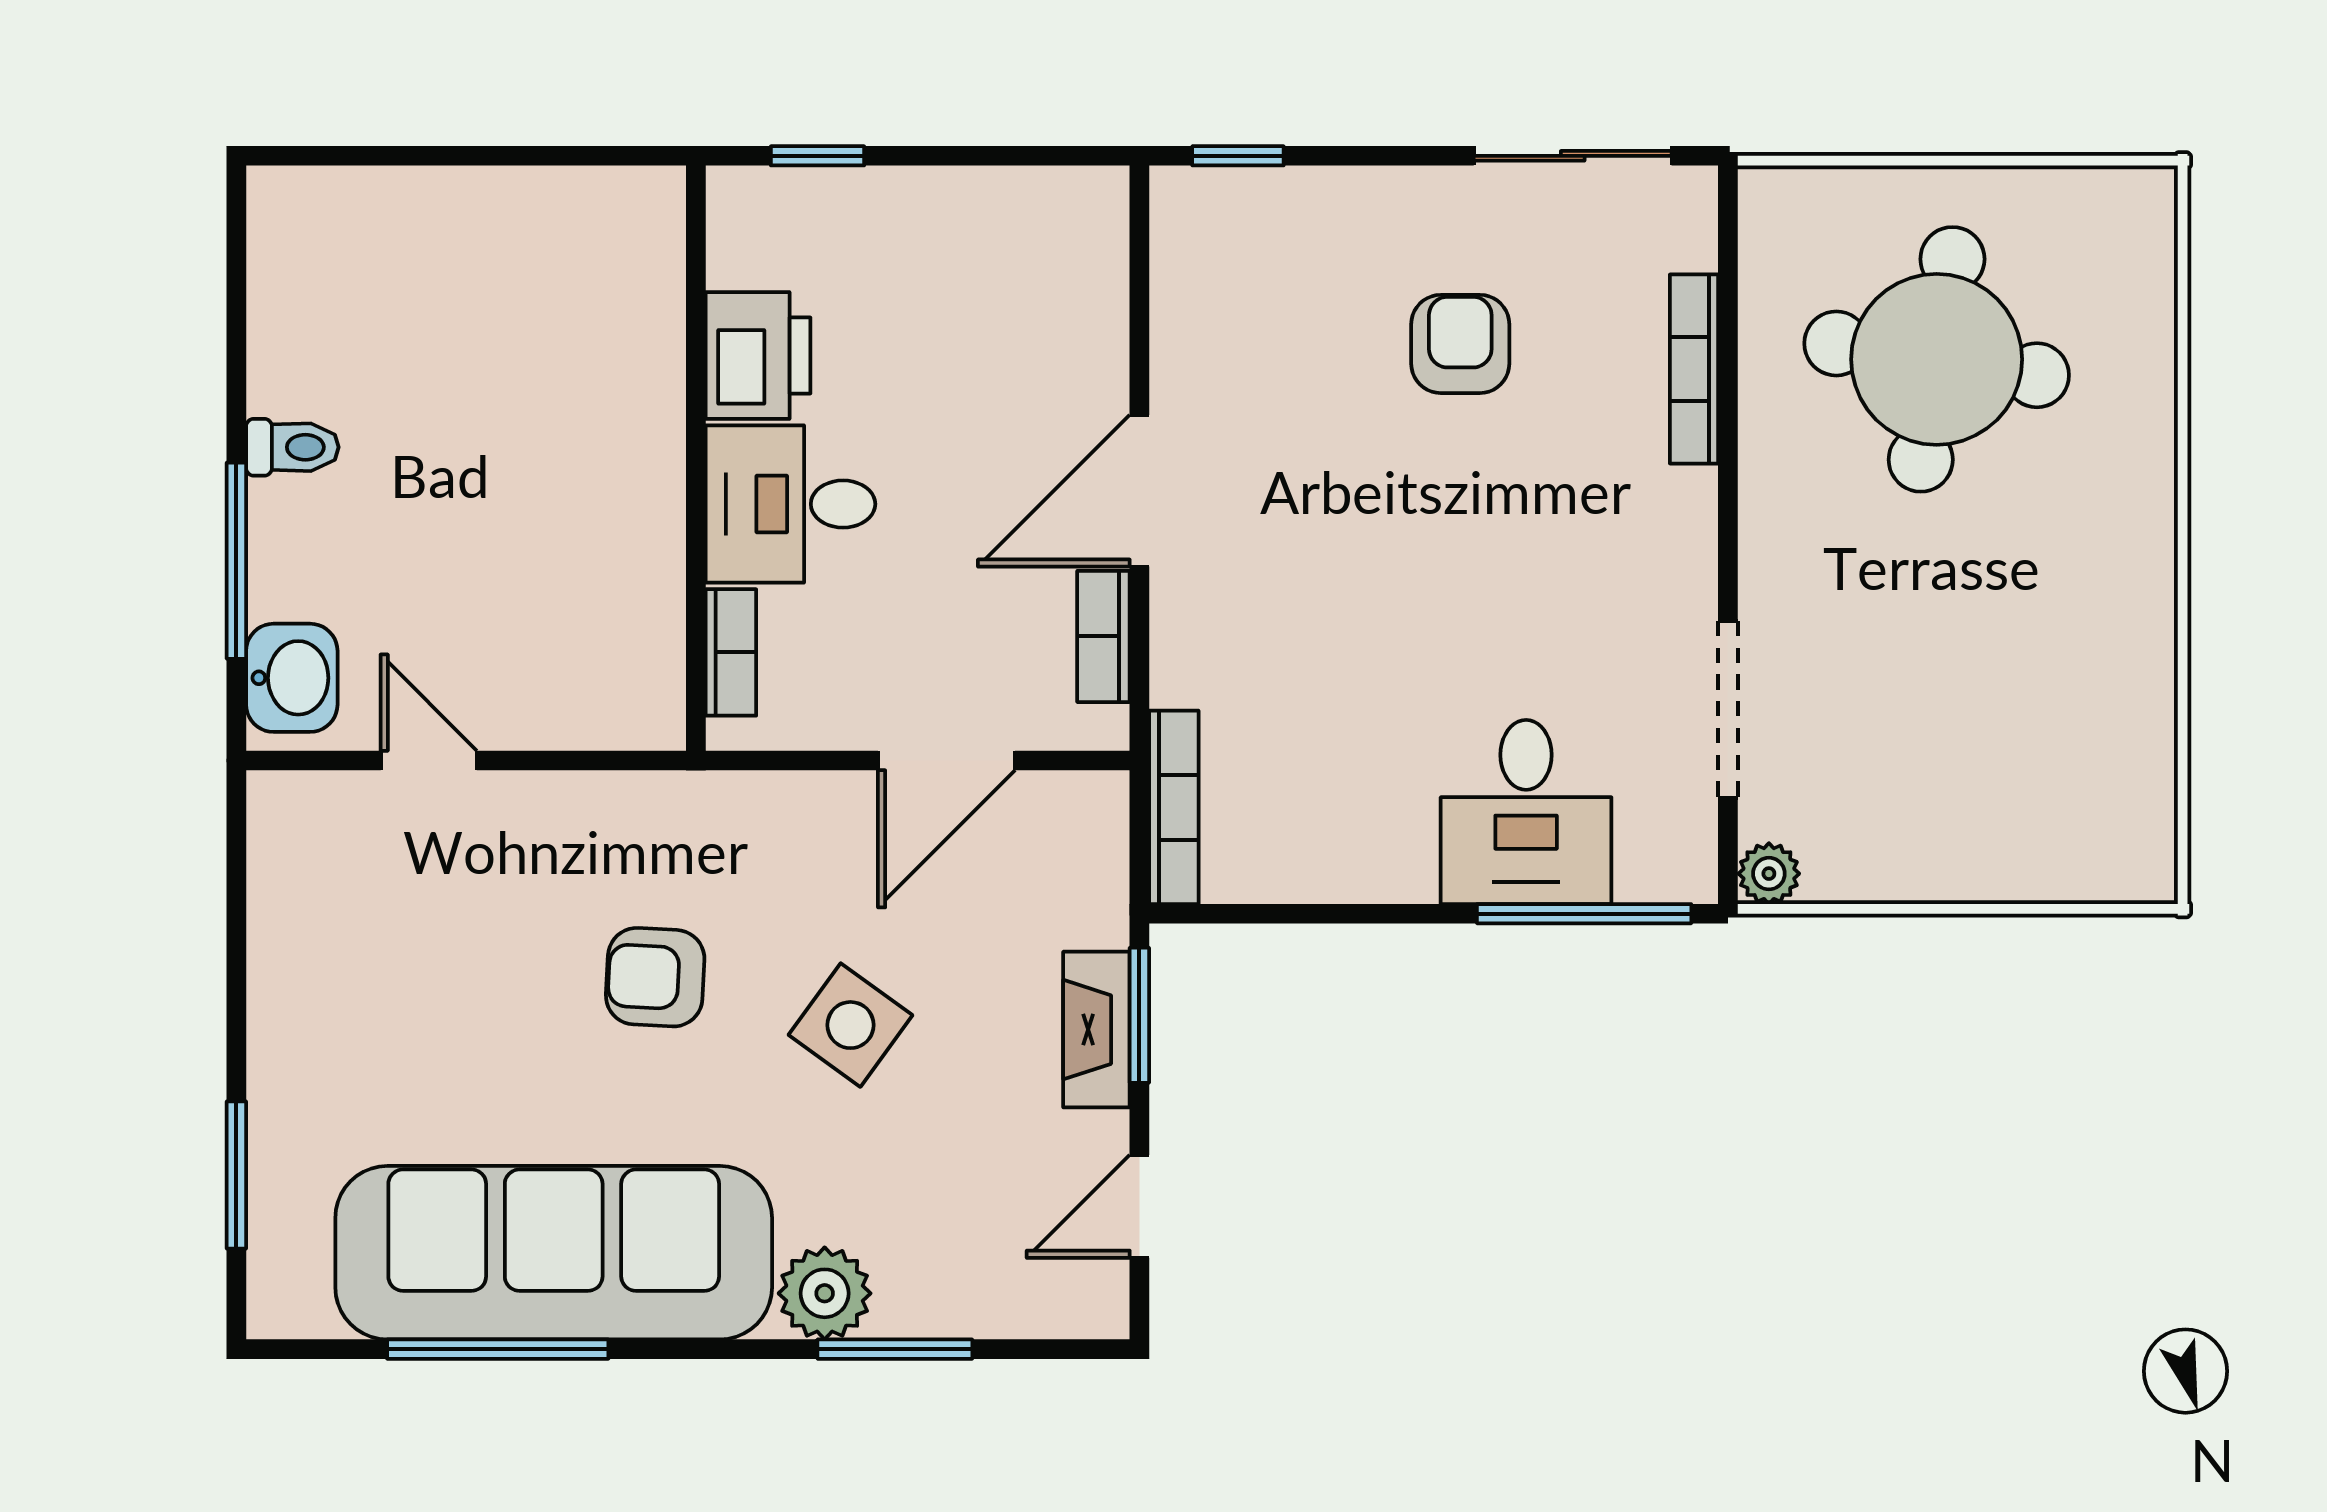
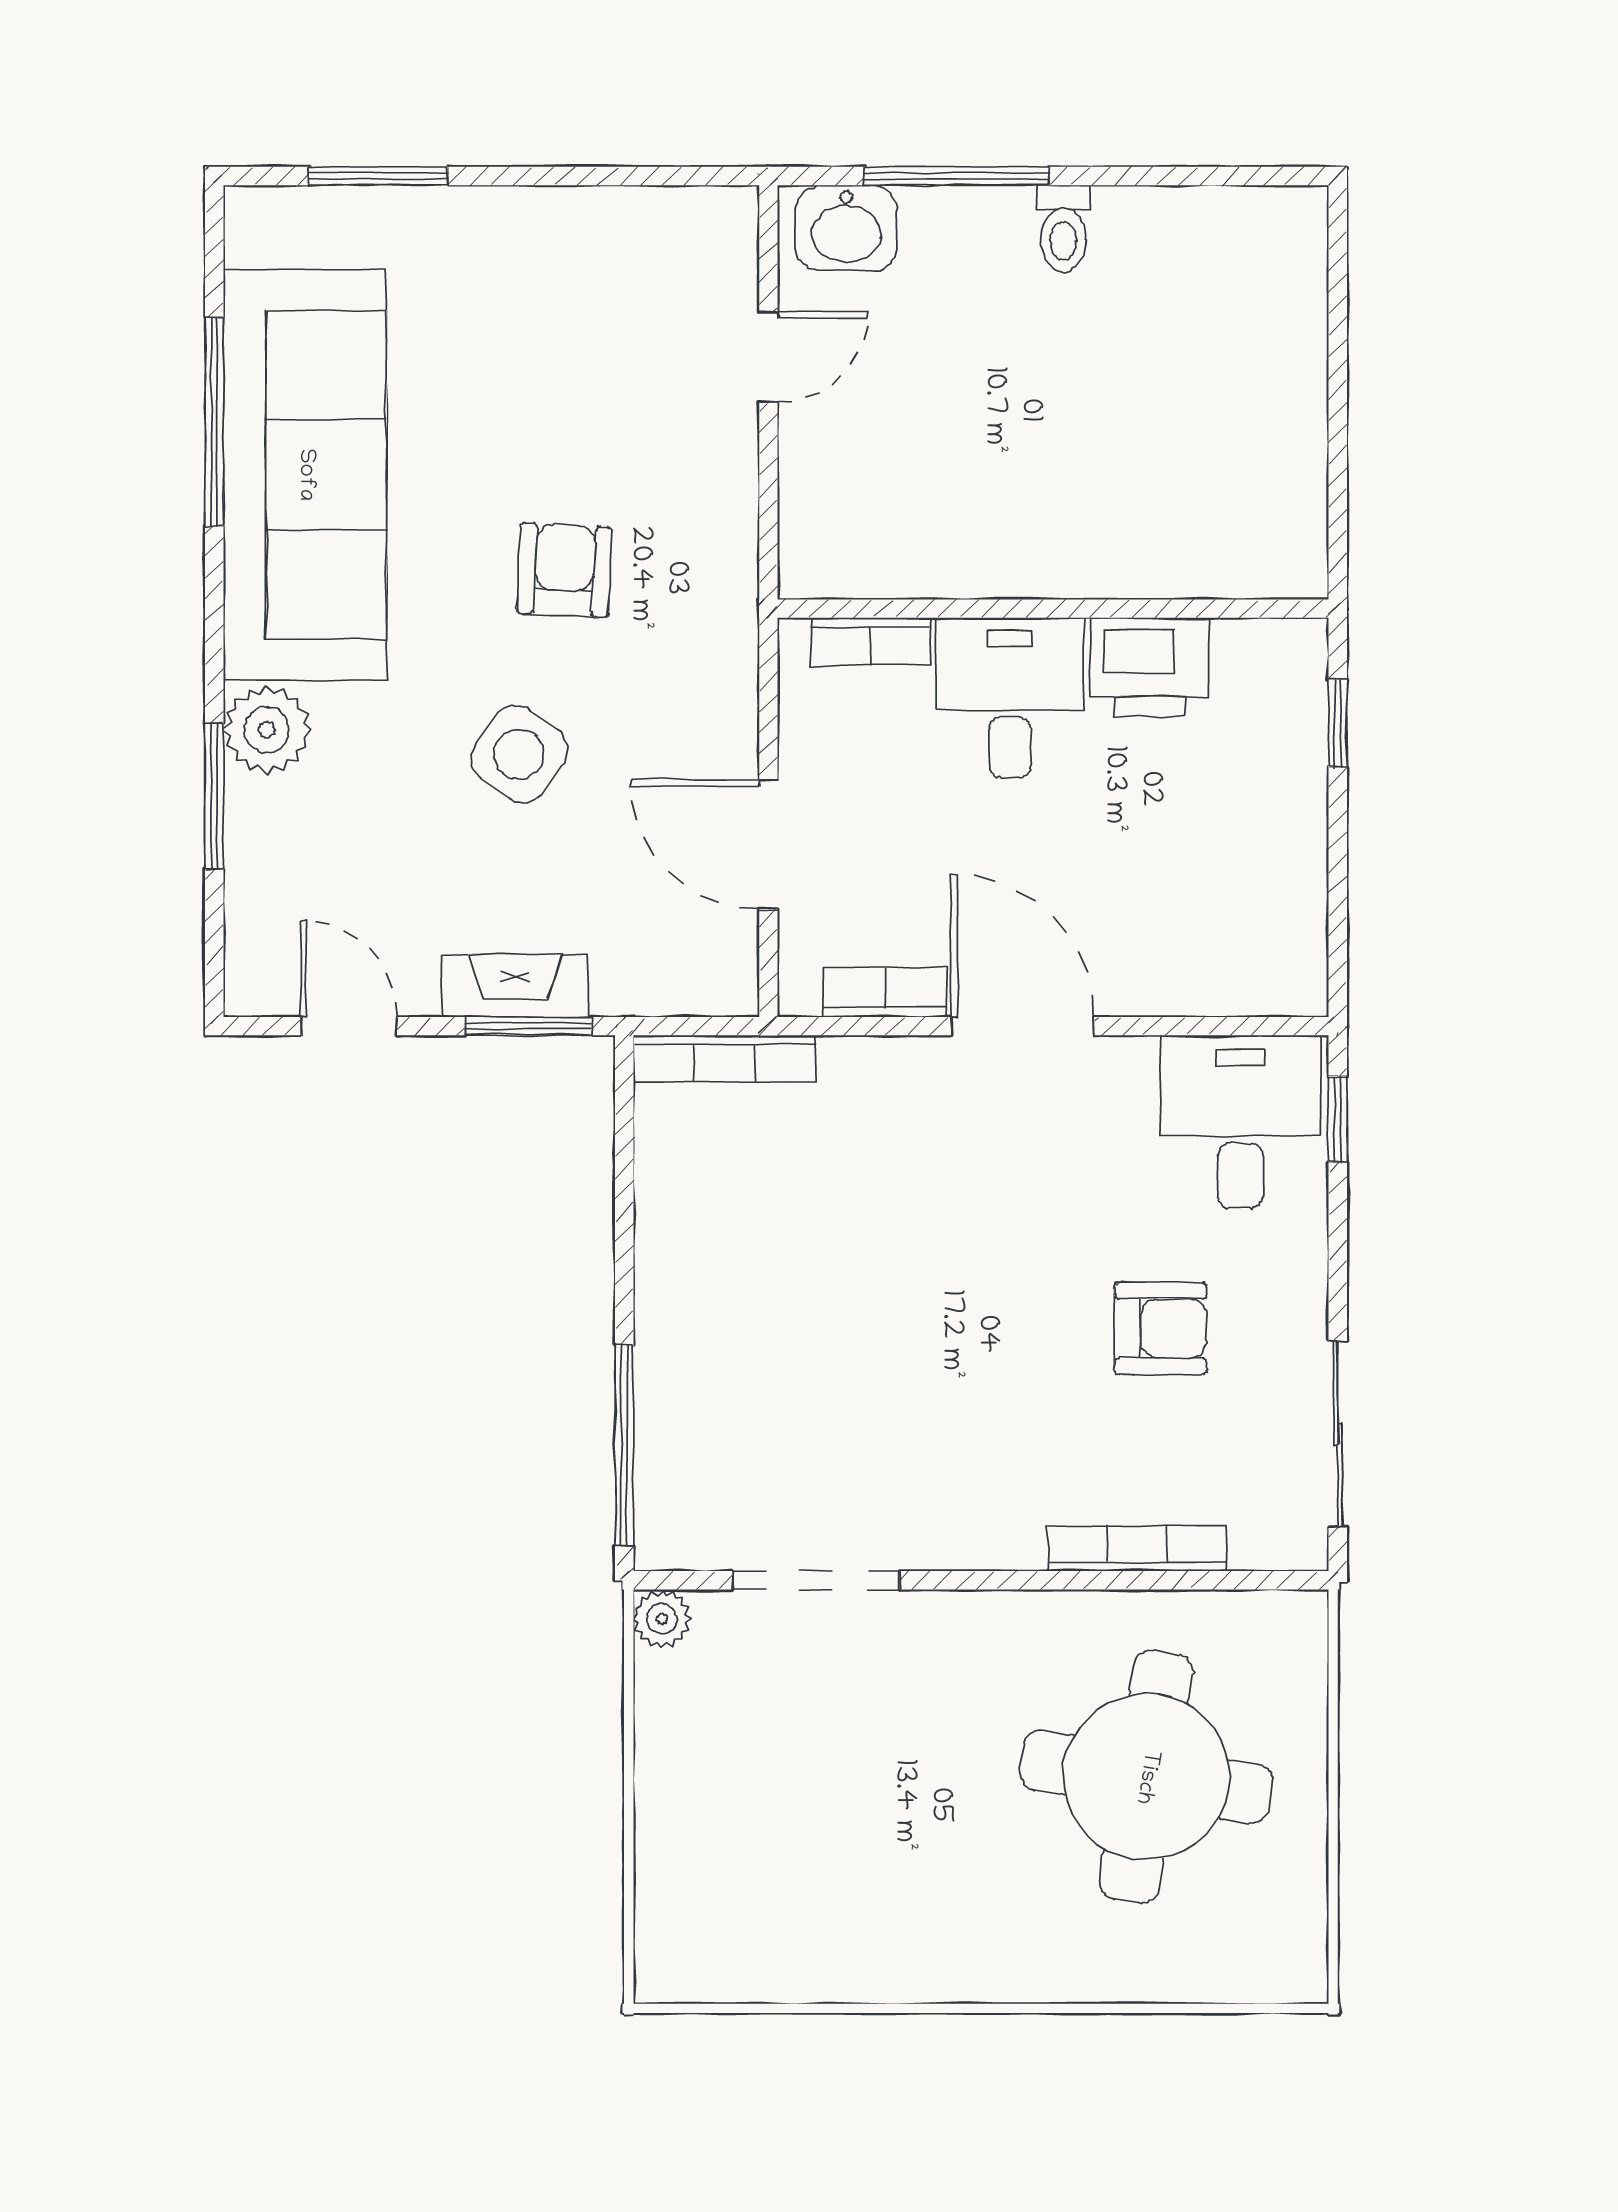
desk: (1526, 812) -> (1240, 1122), moved, turned 90

